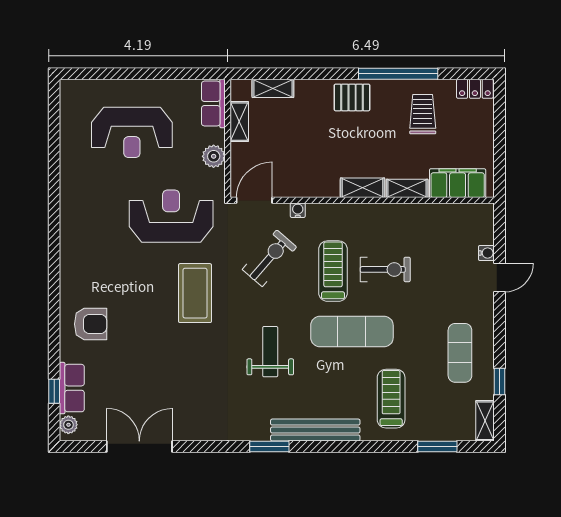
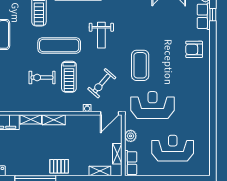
trolley: (423, 114) -> (23, 158), removed
reception desk: (171, 216) -> (152, 105), turned 180

